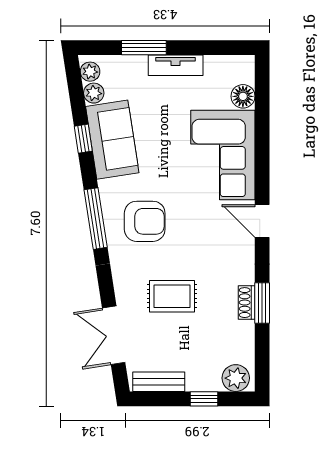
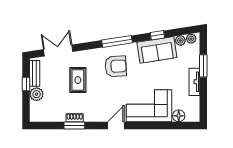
armchair: (145, 221) -> (116, 66), turned -93
plant: (236, 378) -> (37, 94), moved
window: (204, 399) -> (26, 84), moved

